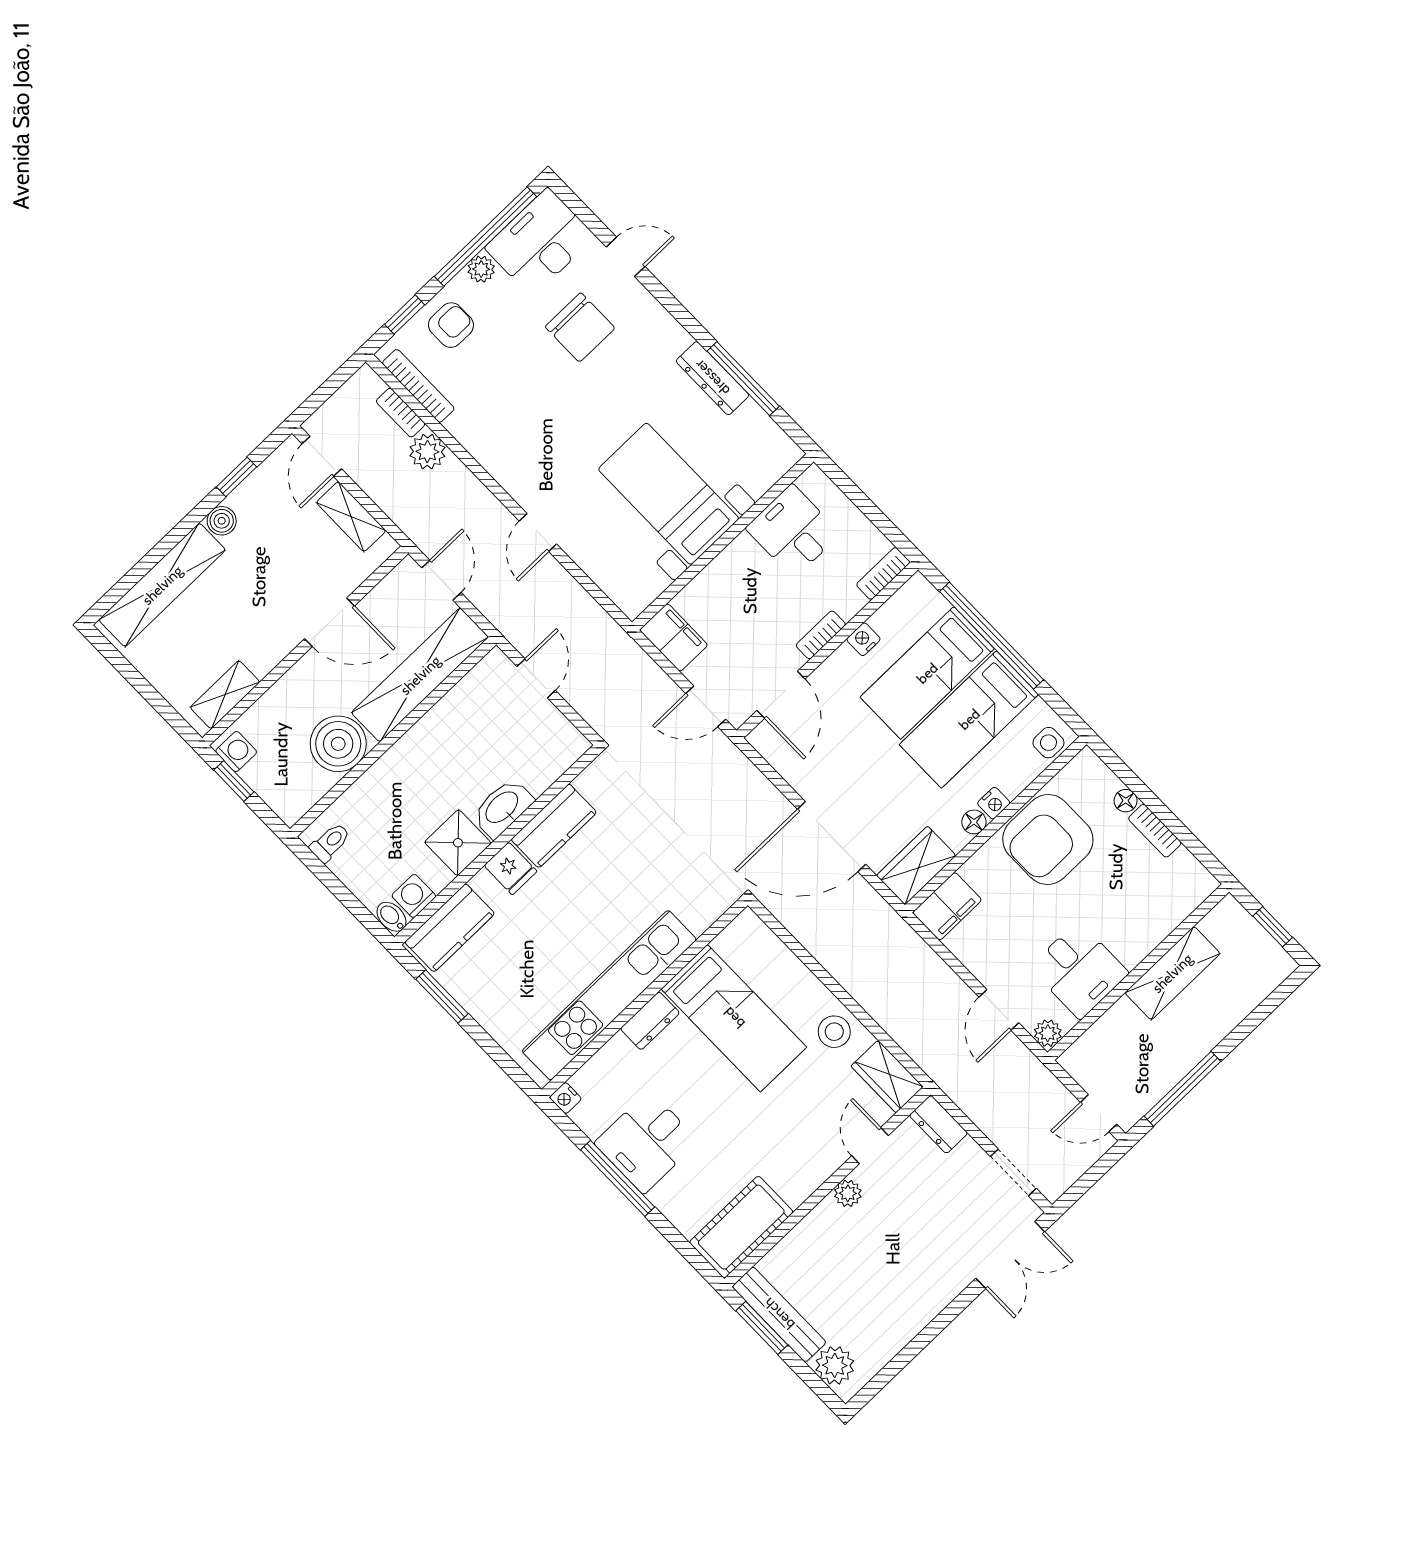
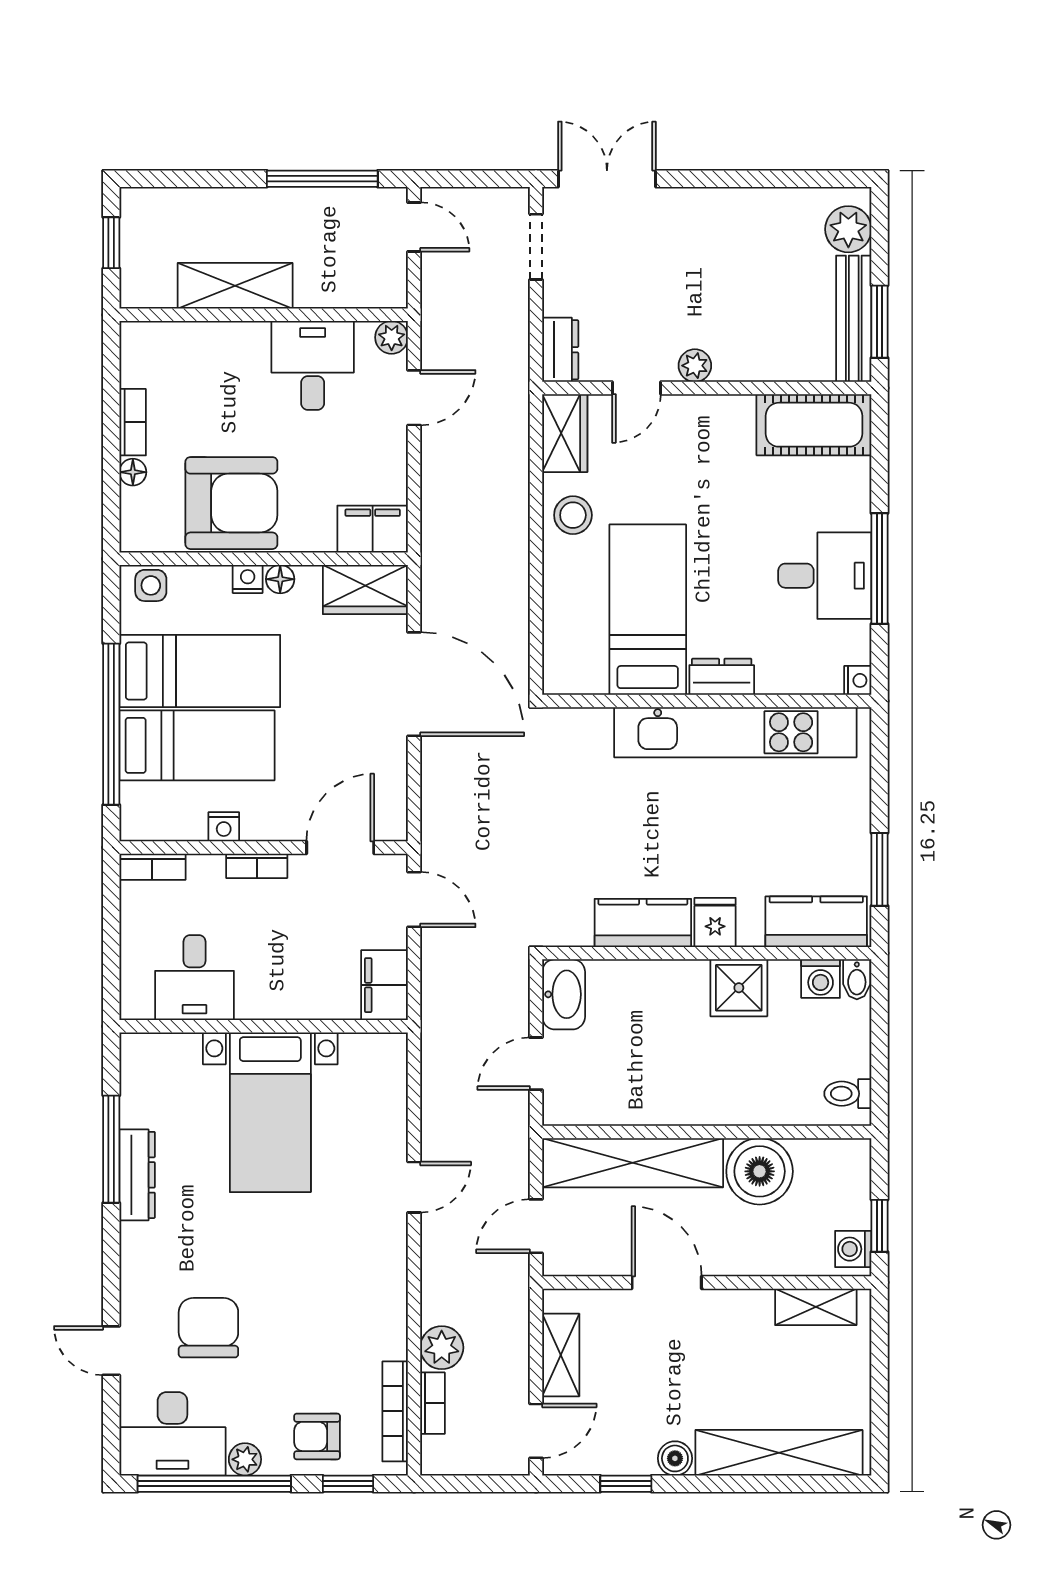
washbasin: (503, 808) -> (564, 994), moved, turned -90

